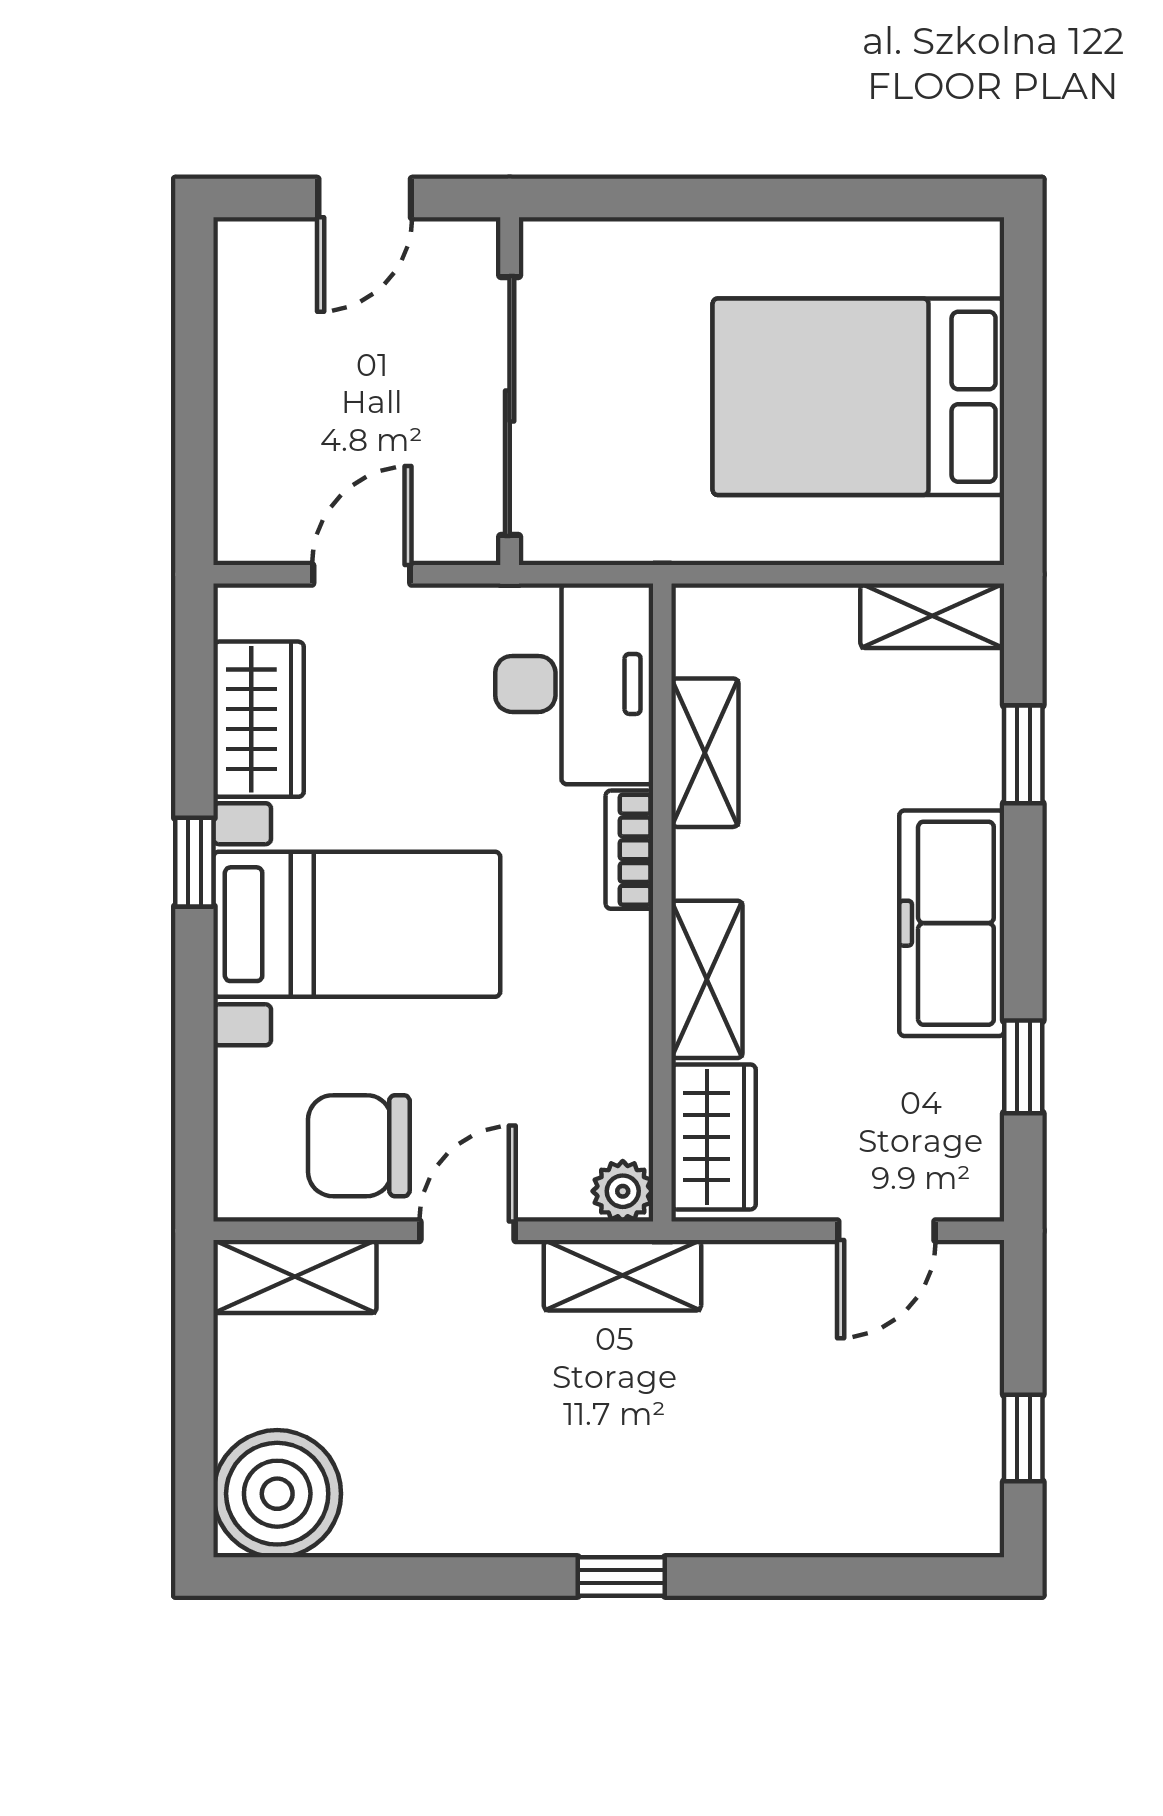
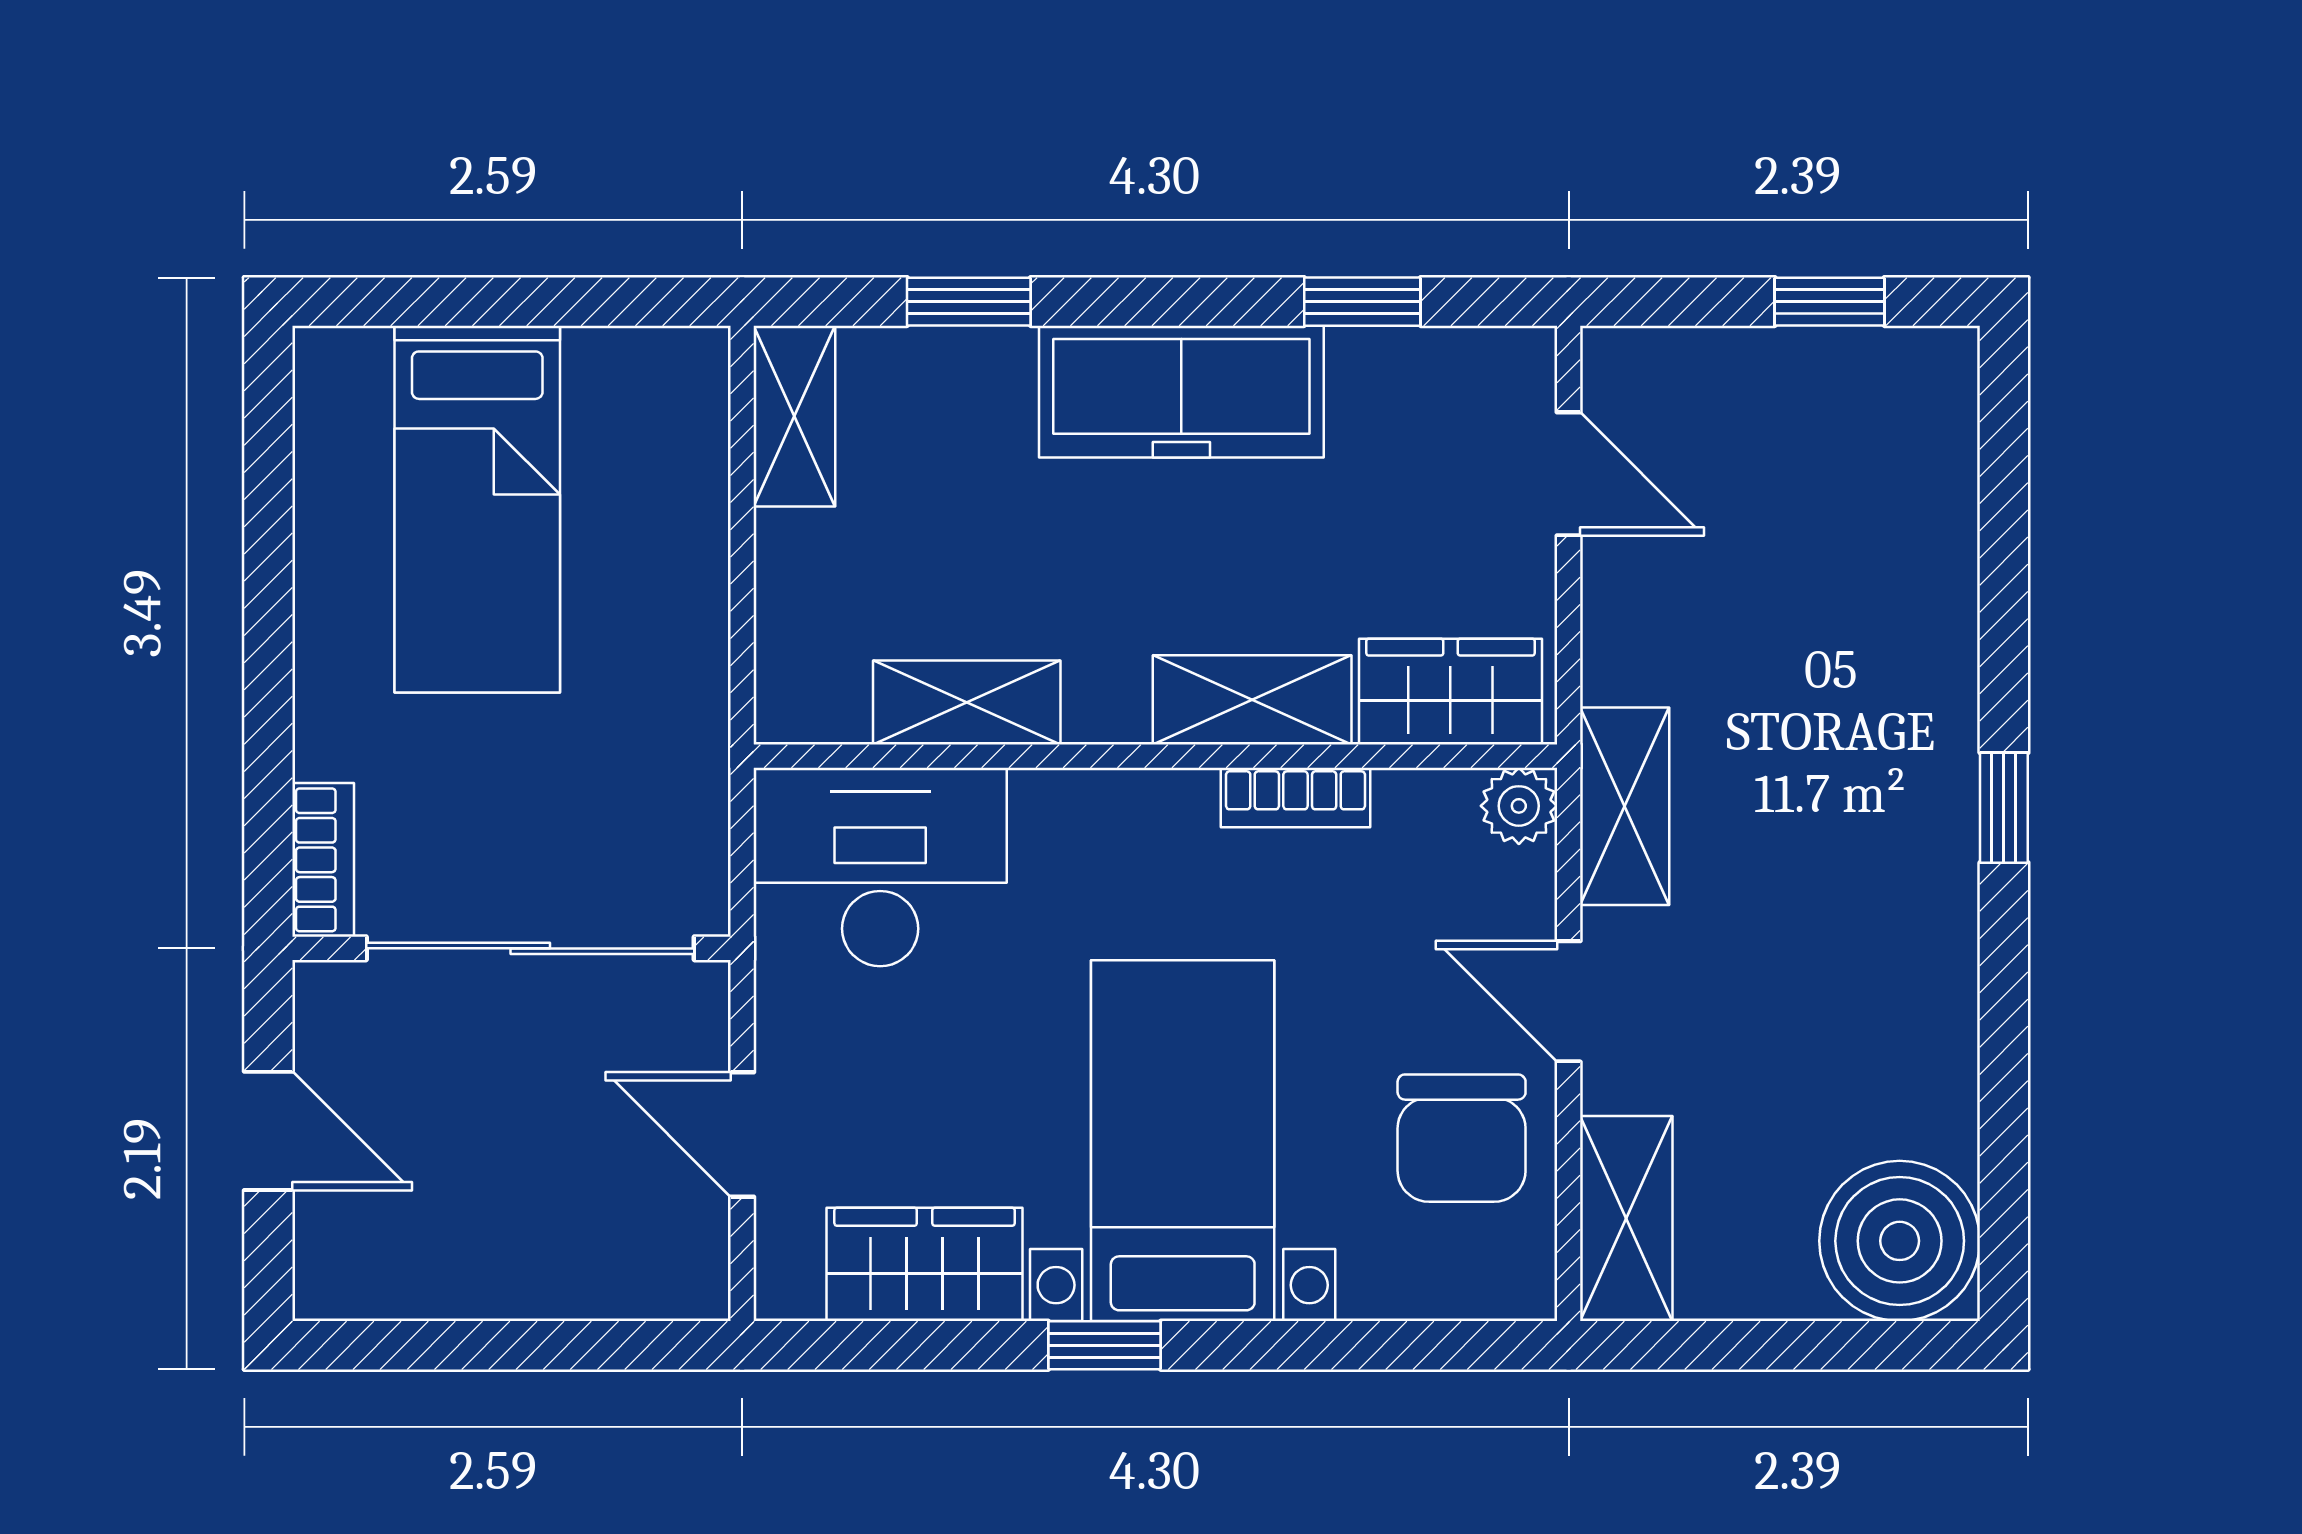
bookcase: (580, 242) -> (323, 860), added
bed: (858, 397) -> (477, 509), width x0.67
bookcase: (629, 850) -> (1295, 798), moved

